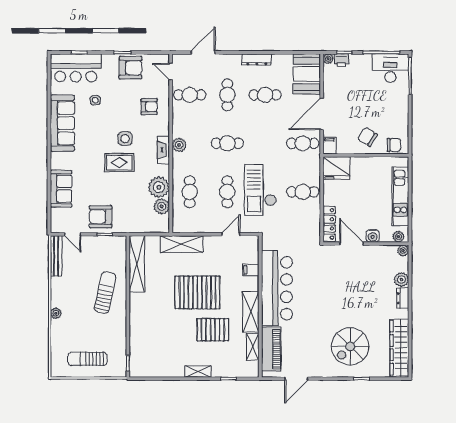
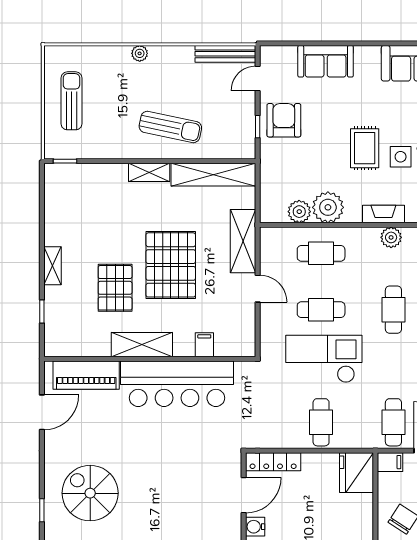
door: (231, 234) -> (258, 289), moved
shelving: (253, 347) -> (149, 172), moved
door: (296, 379) -> (42, 412), swing flipped

